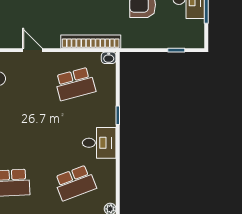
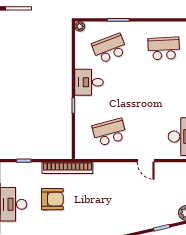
bookcase: (91, 42) -> (67, 168), moved
washbasin: (109, 58) -> (81, 154), removed

